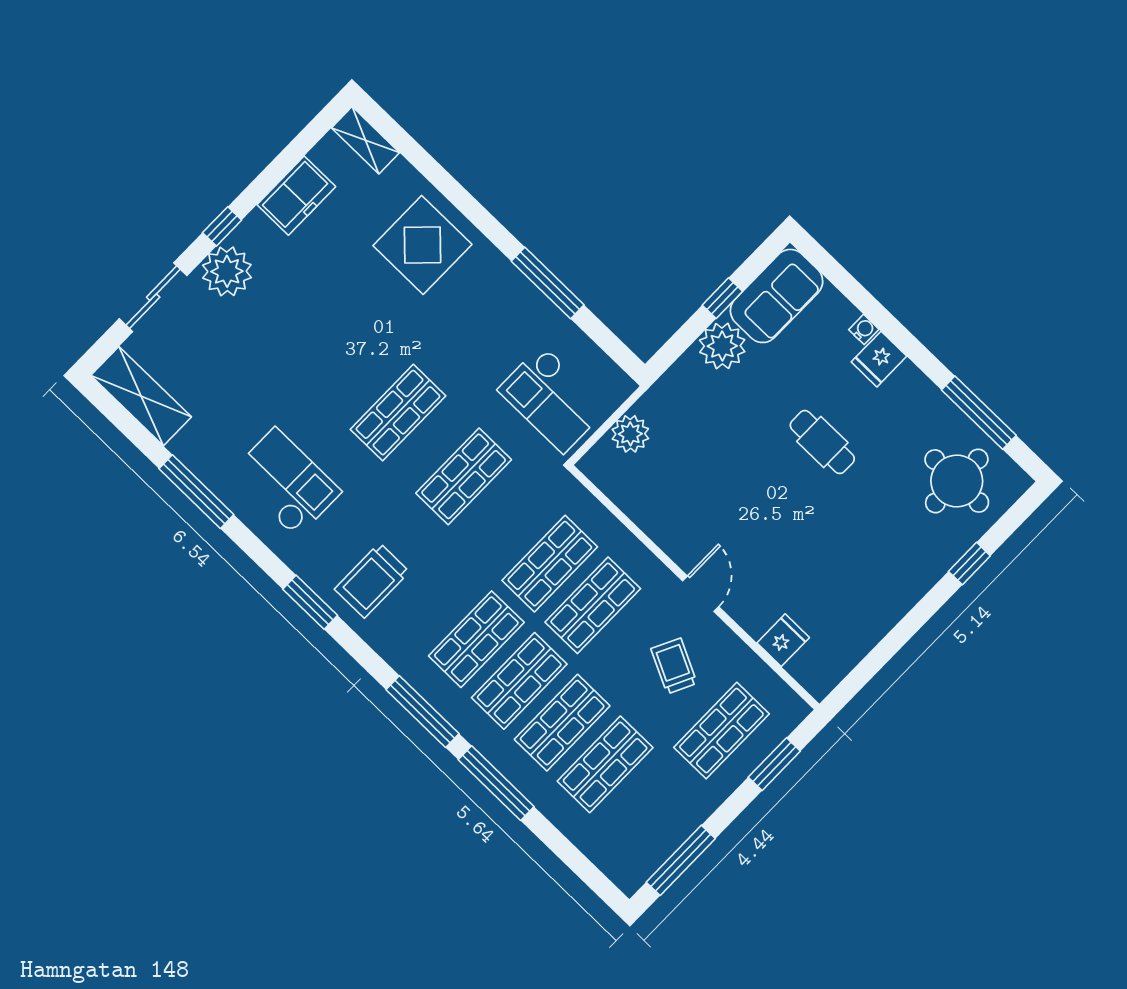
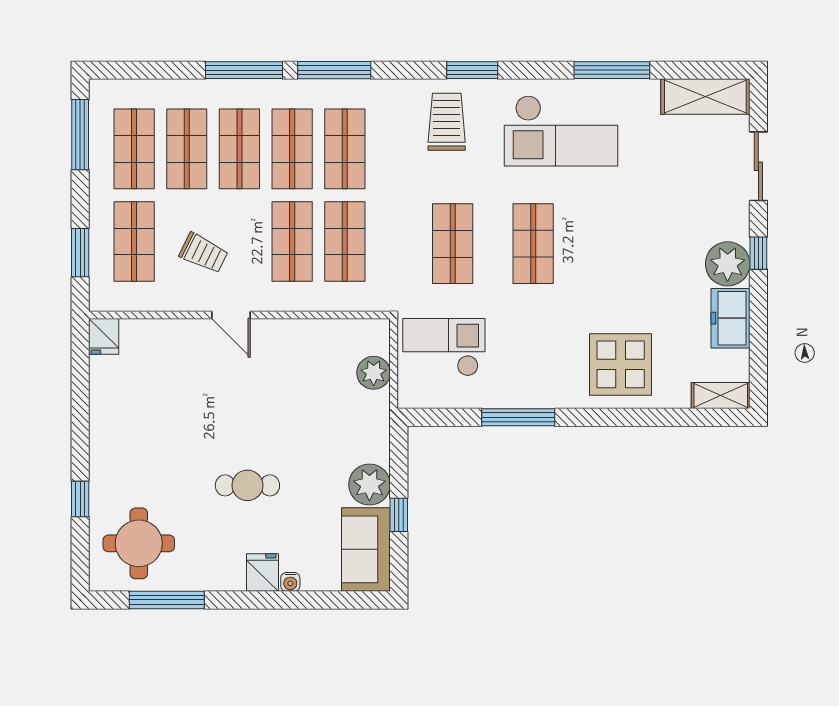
plant: (227, 271) -> (728, 264), moved
checkout: (286, 483) -> (561, 131), width x1.36, depth x1.21
fridge: (783, 640) -> (104, 336), moved
shop shelf: (648, 806) -> (134, 149), added

